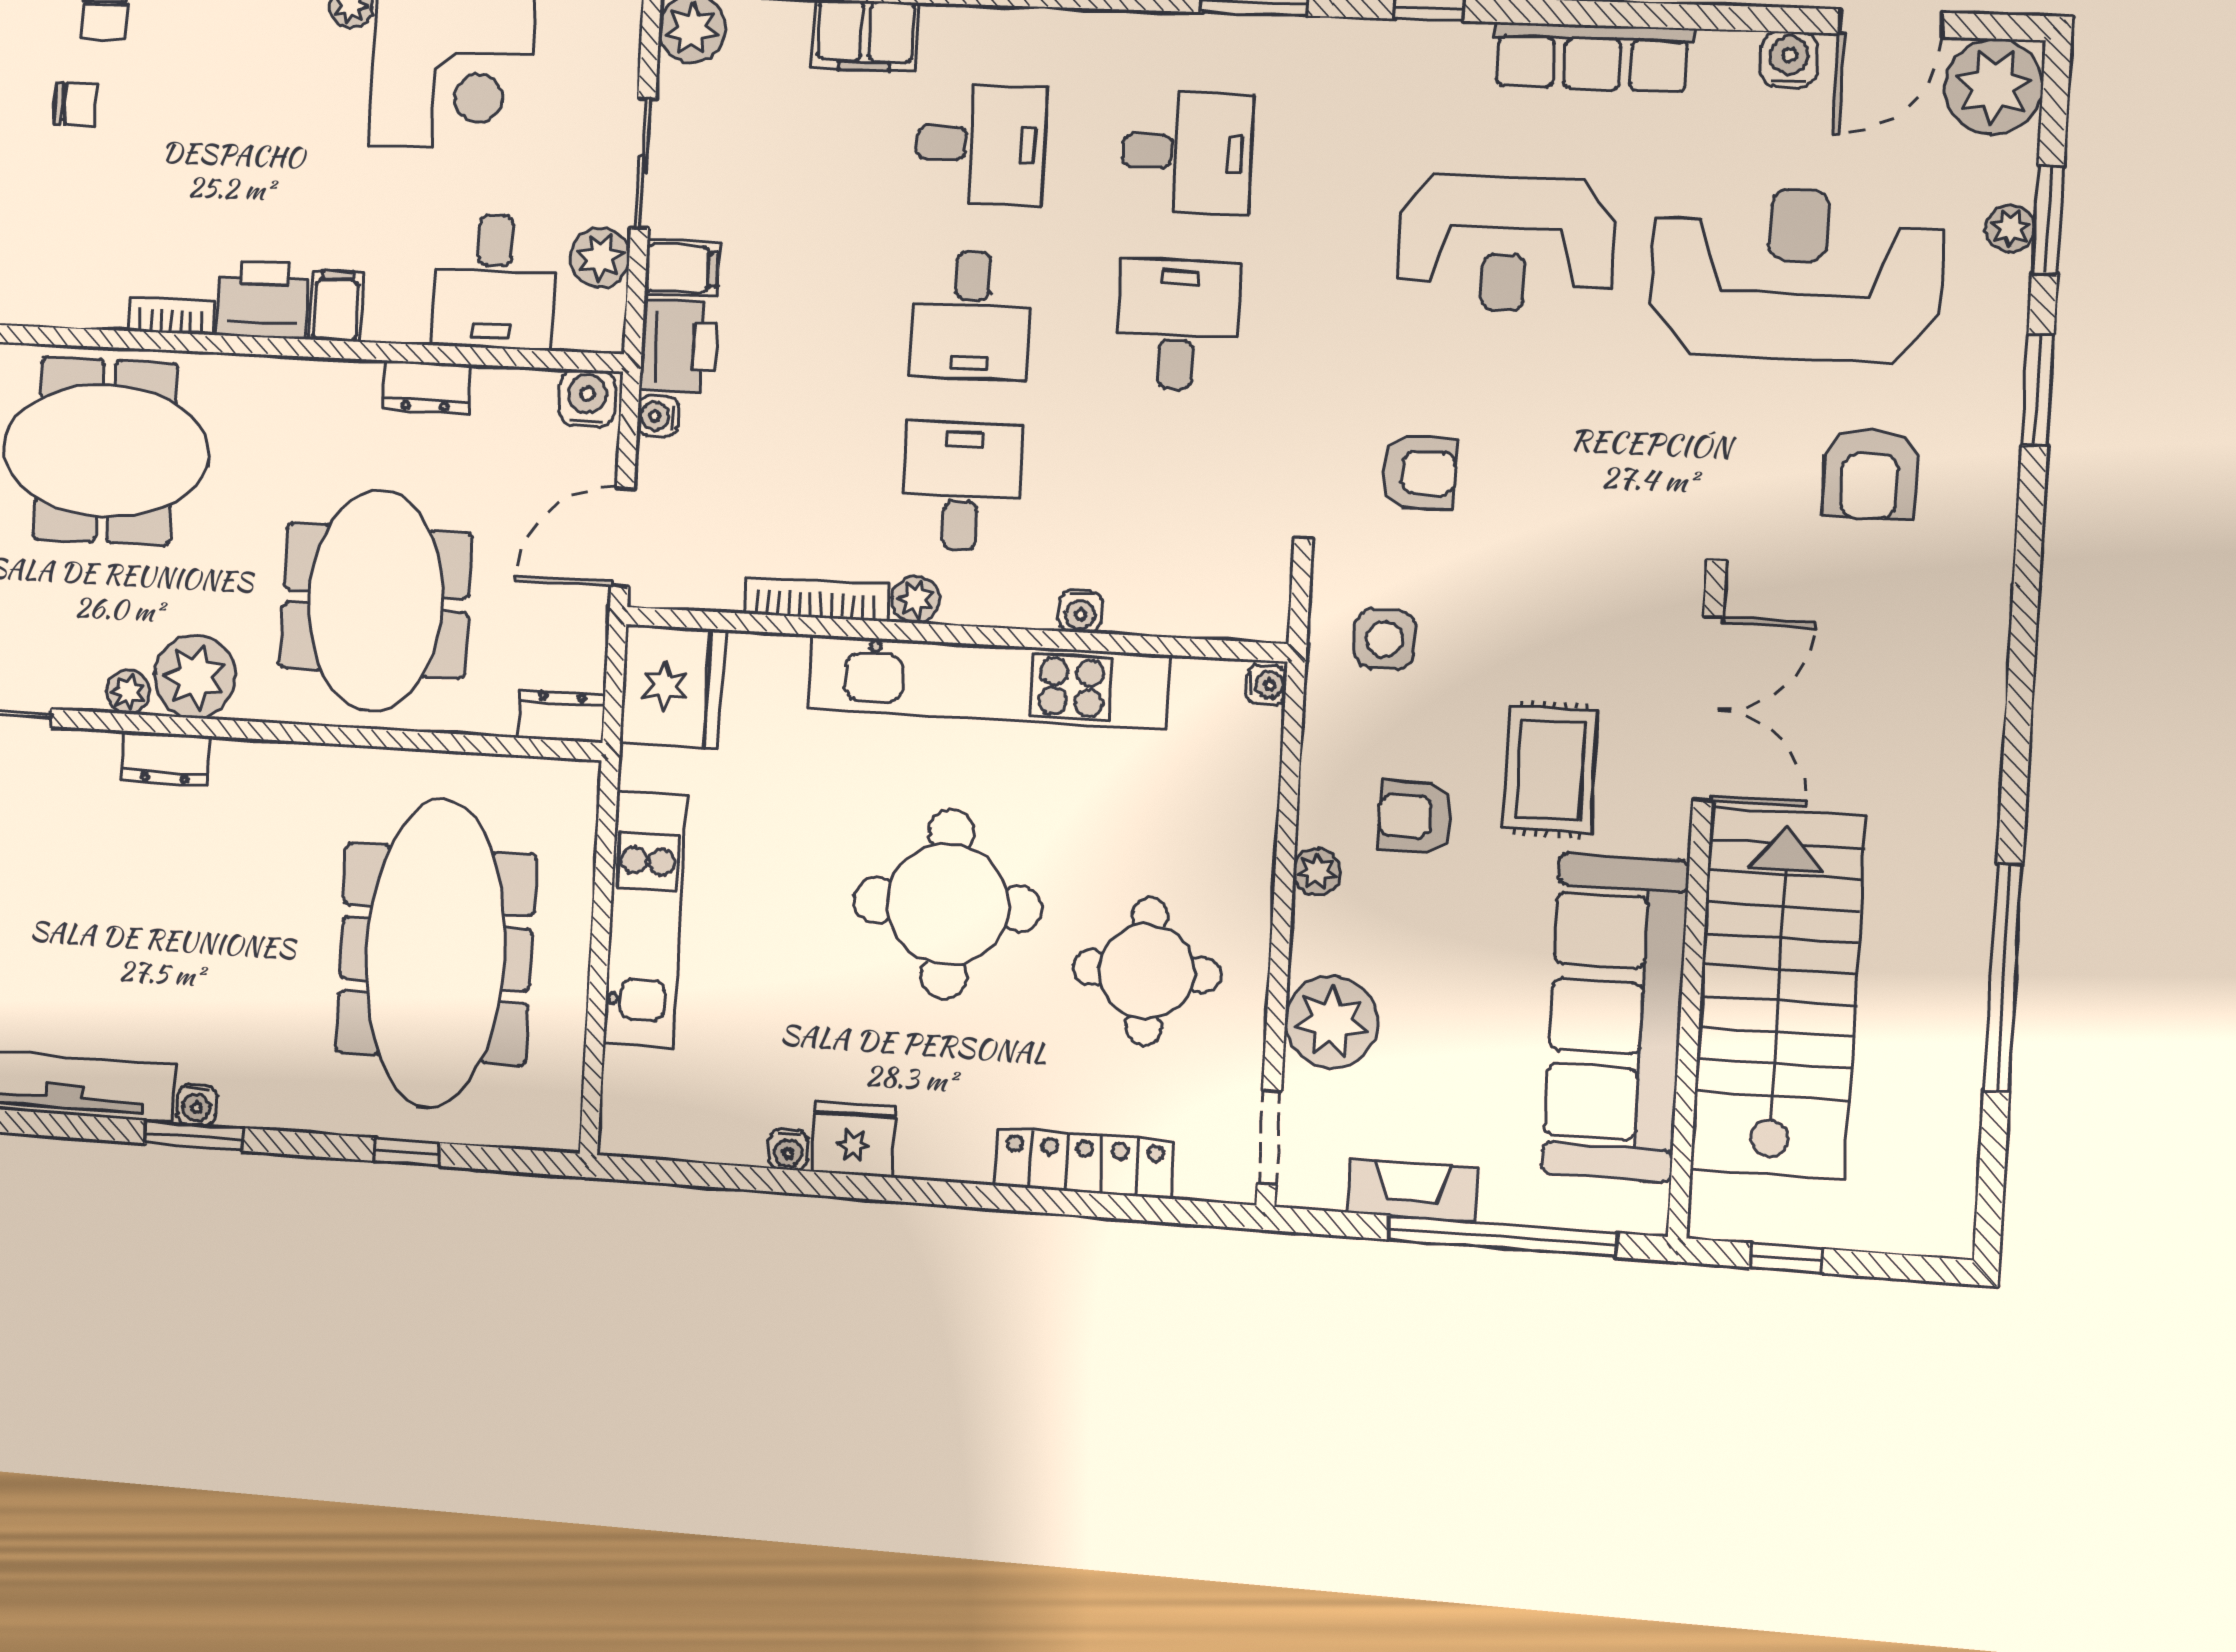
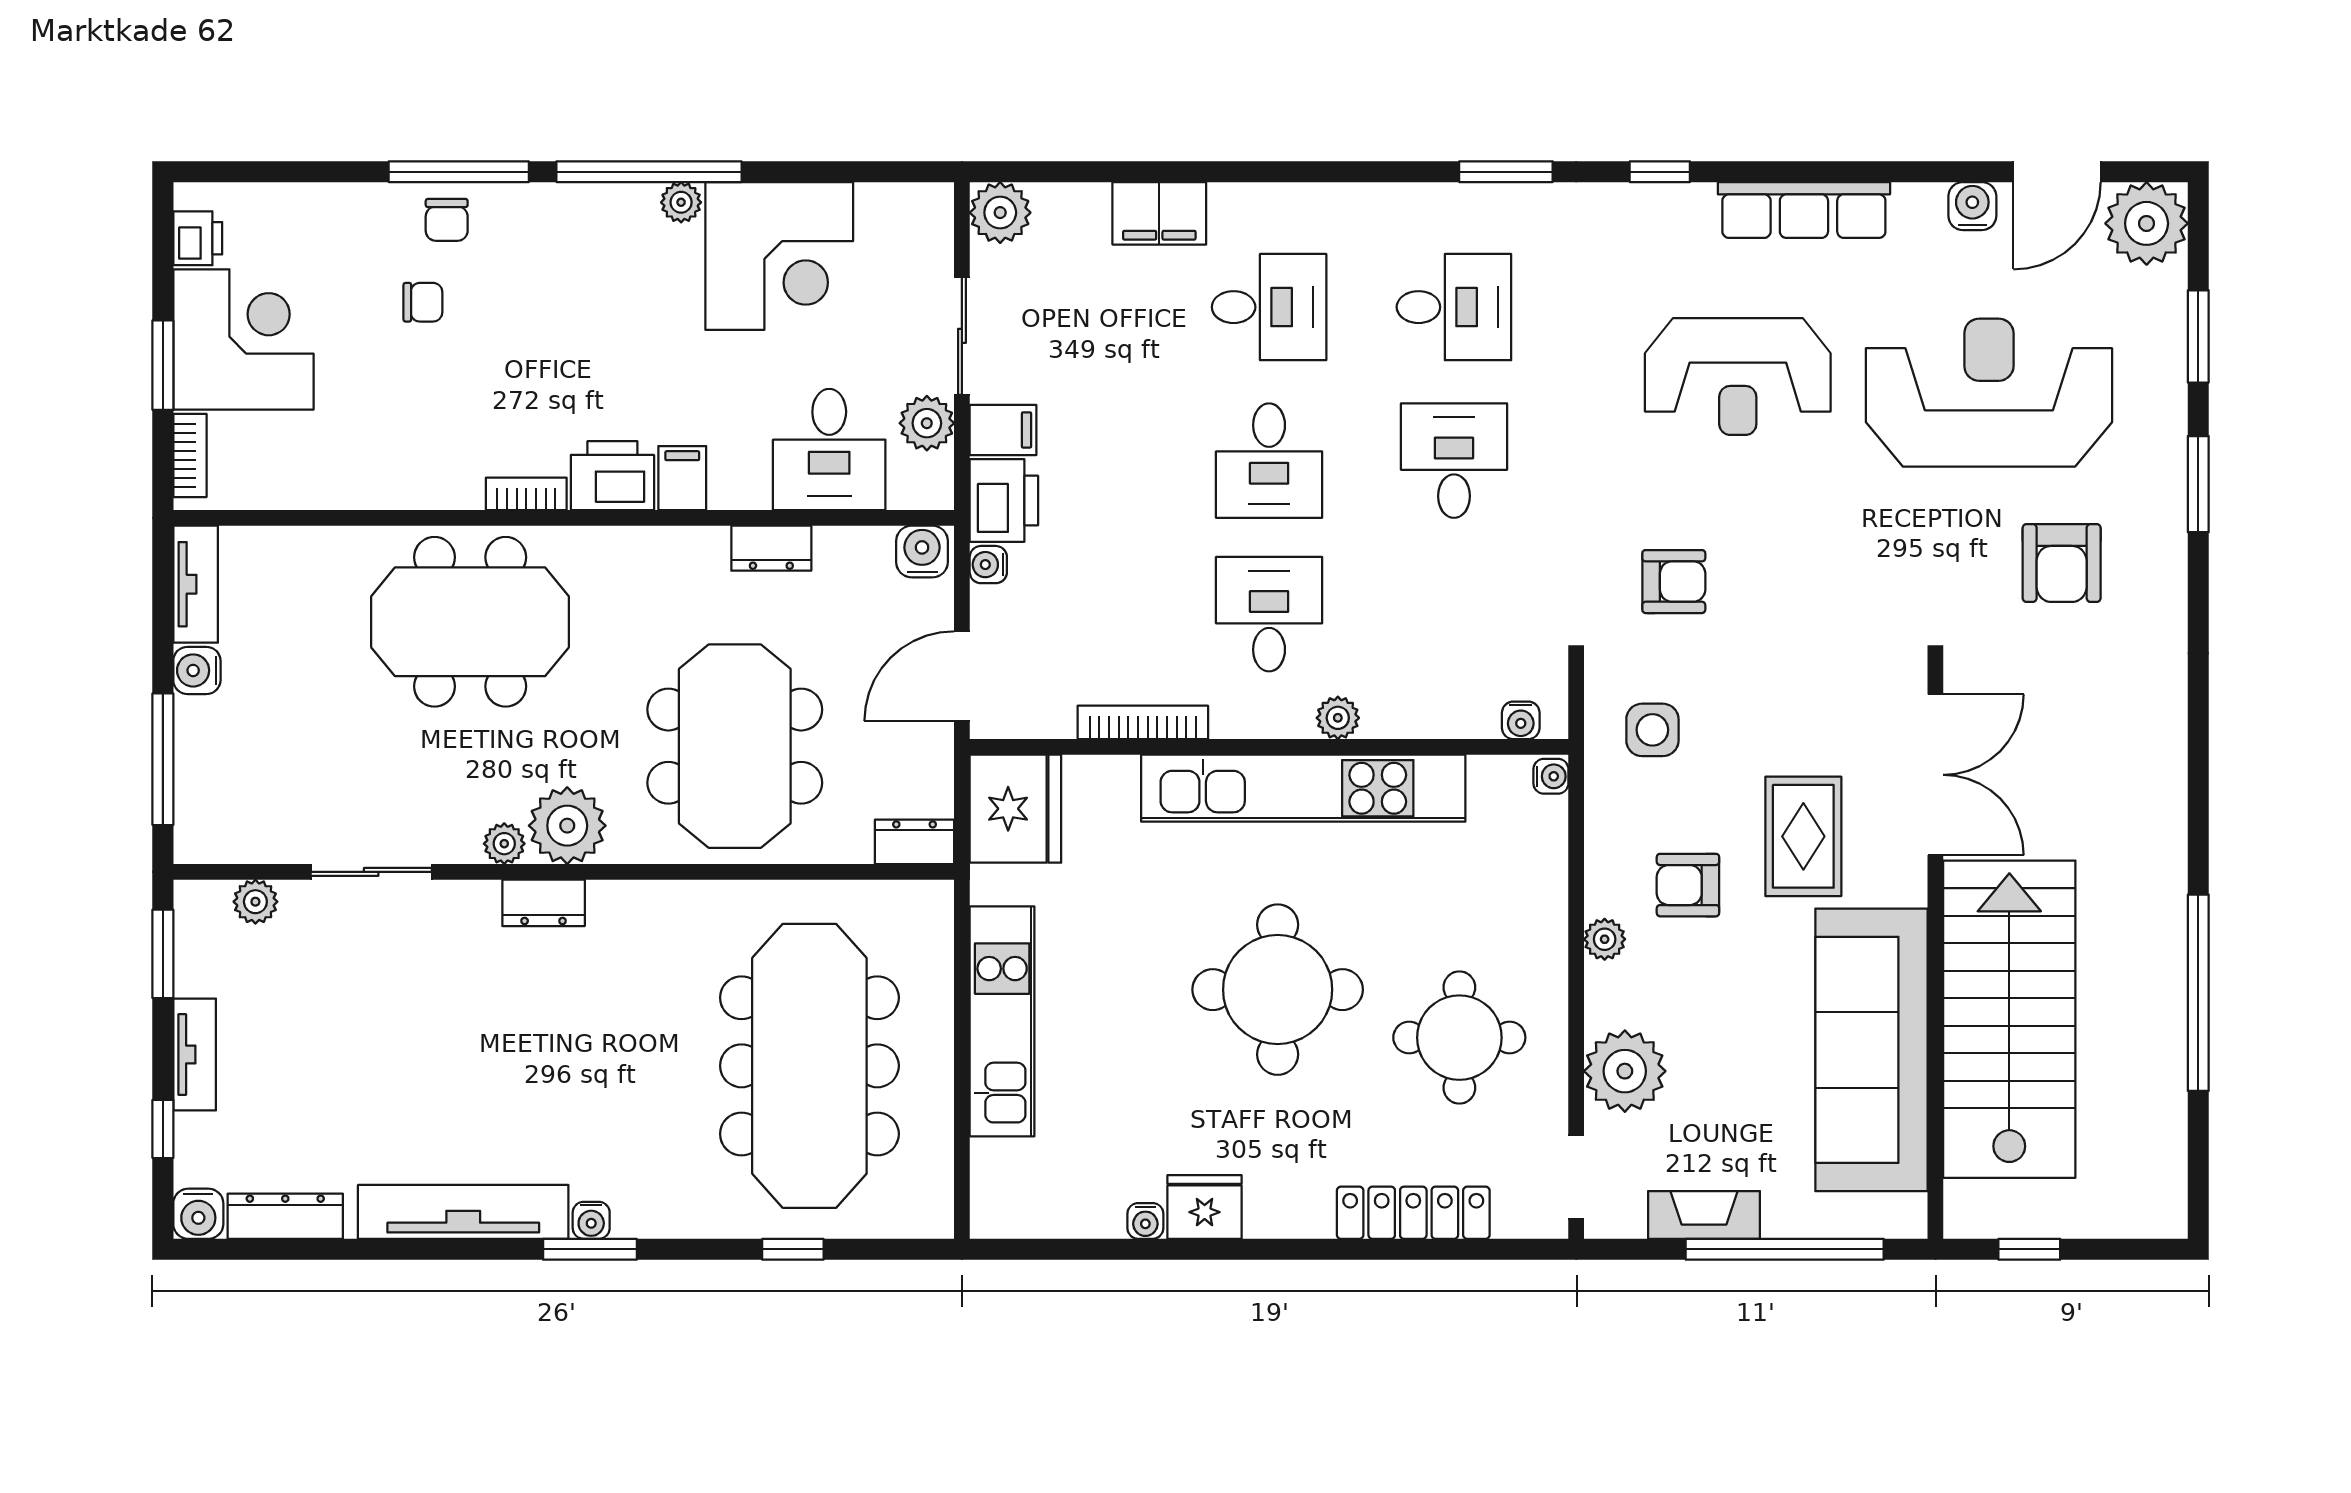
plant: (2010, 228) -> (2167, 345), removed
plant: (916, 599) -> (1338, 718), moved
water cooler: (1080, 611) -> (1521, 720), moved

